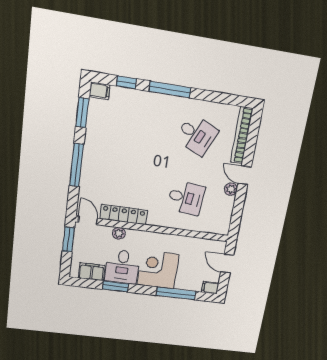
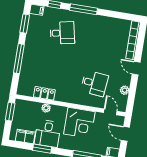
desk: (197, 135) -> (62, 33), moved, turned -36
plant: (231, 189) -> (125, 90), moved
locker: (124, 214) -> (44, 93), width x0.66
door: (88, 220) -> (110, 112), moved
corner desk: (158, 270) -> (79, 123), moved, turned 180

